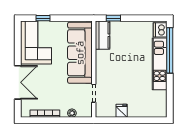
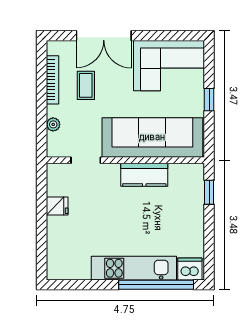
window: (43, 18) -> (209, 100), moved
kitchen counter: (103, 35) -> (144, 175), moved
coffee table: (48, 93) -> (86, 85), added

